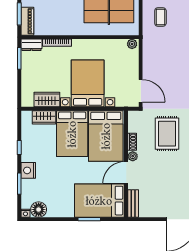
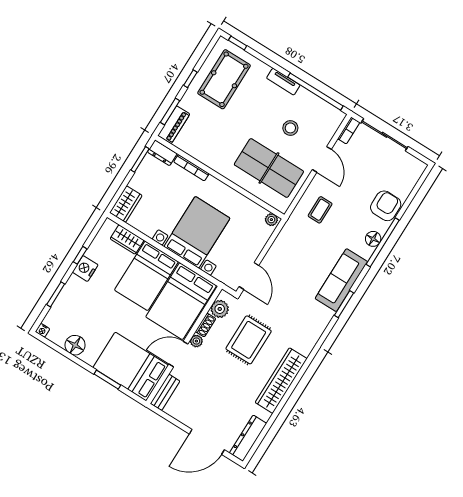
wardrobe: (47, 100) -> (126, 204), moved, turned 90
plant: (135, 125) -> (220, 309), added
nightstand: (28, 170) -> (85, 269), moved
floor lamp: (39, 210) -> (75, 345), moved

